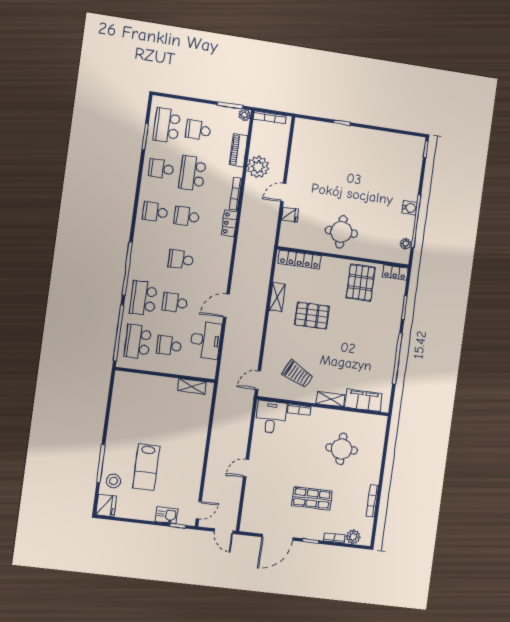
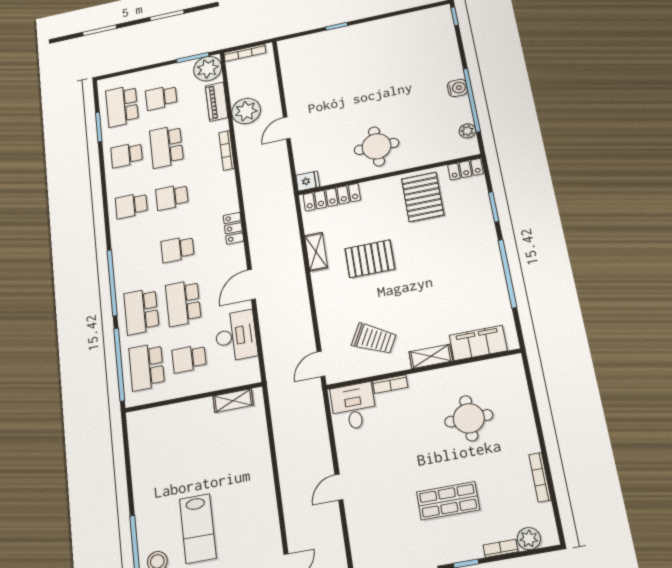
plant: (245, 115) -> (208, 69), width x1.87, depth x1.87
fridge: (290, 215) -> (308, 181), moved
locker: (229, 223) -> (233, 228), moved
school desk: (175, 303) -> (183, 303), width x1.85

